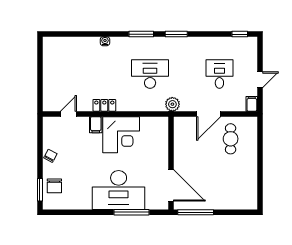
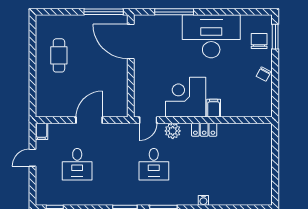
desk: (150, 74) -> (154, 164), width x0.73
plant: (172, 104) -> (173, 131), moved
door: (68, 114) -> (148, 120), moved
cafe table: (231, 139) -> (59, 55), moved
desk: (119, 190) -> (211, 36), moved

